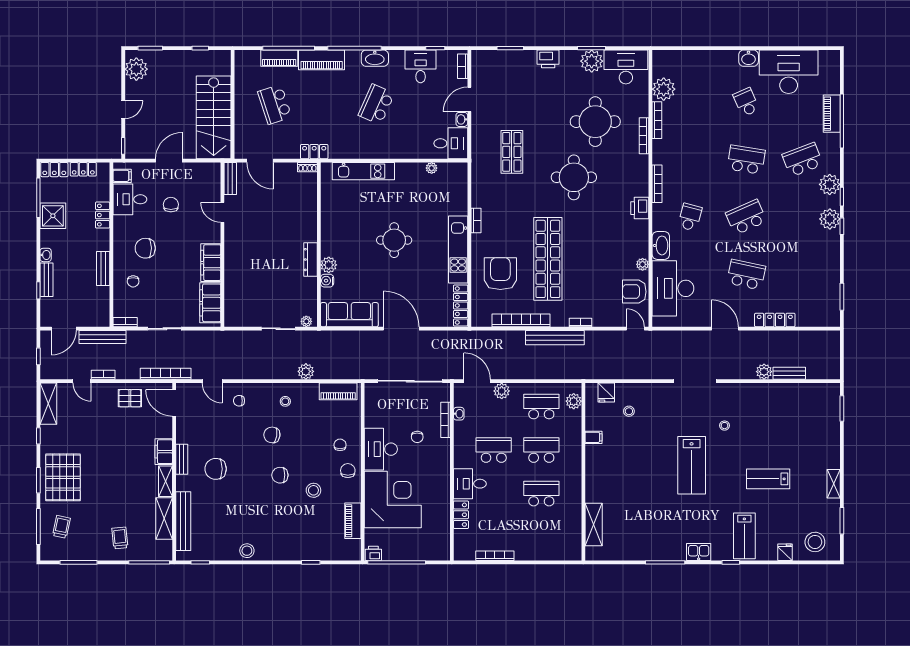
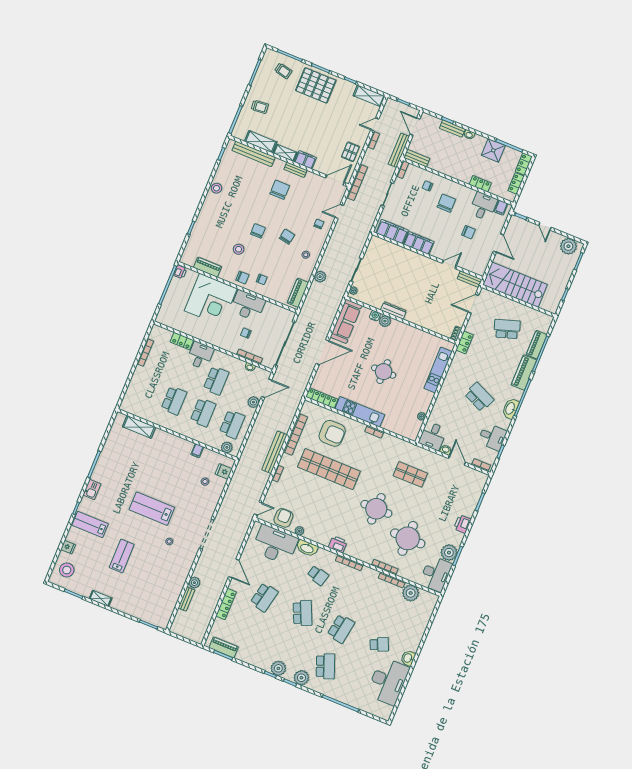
piano: (832, 114) -> (224, 647), moved
bench: (103, 268) -> (417, 158), moved
door: (725, 329) -> (234, 568), hinge flipped

